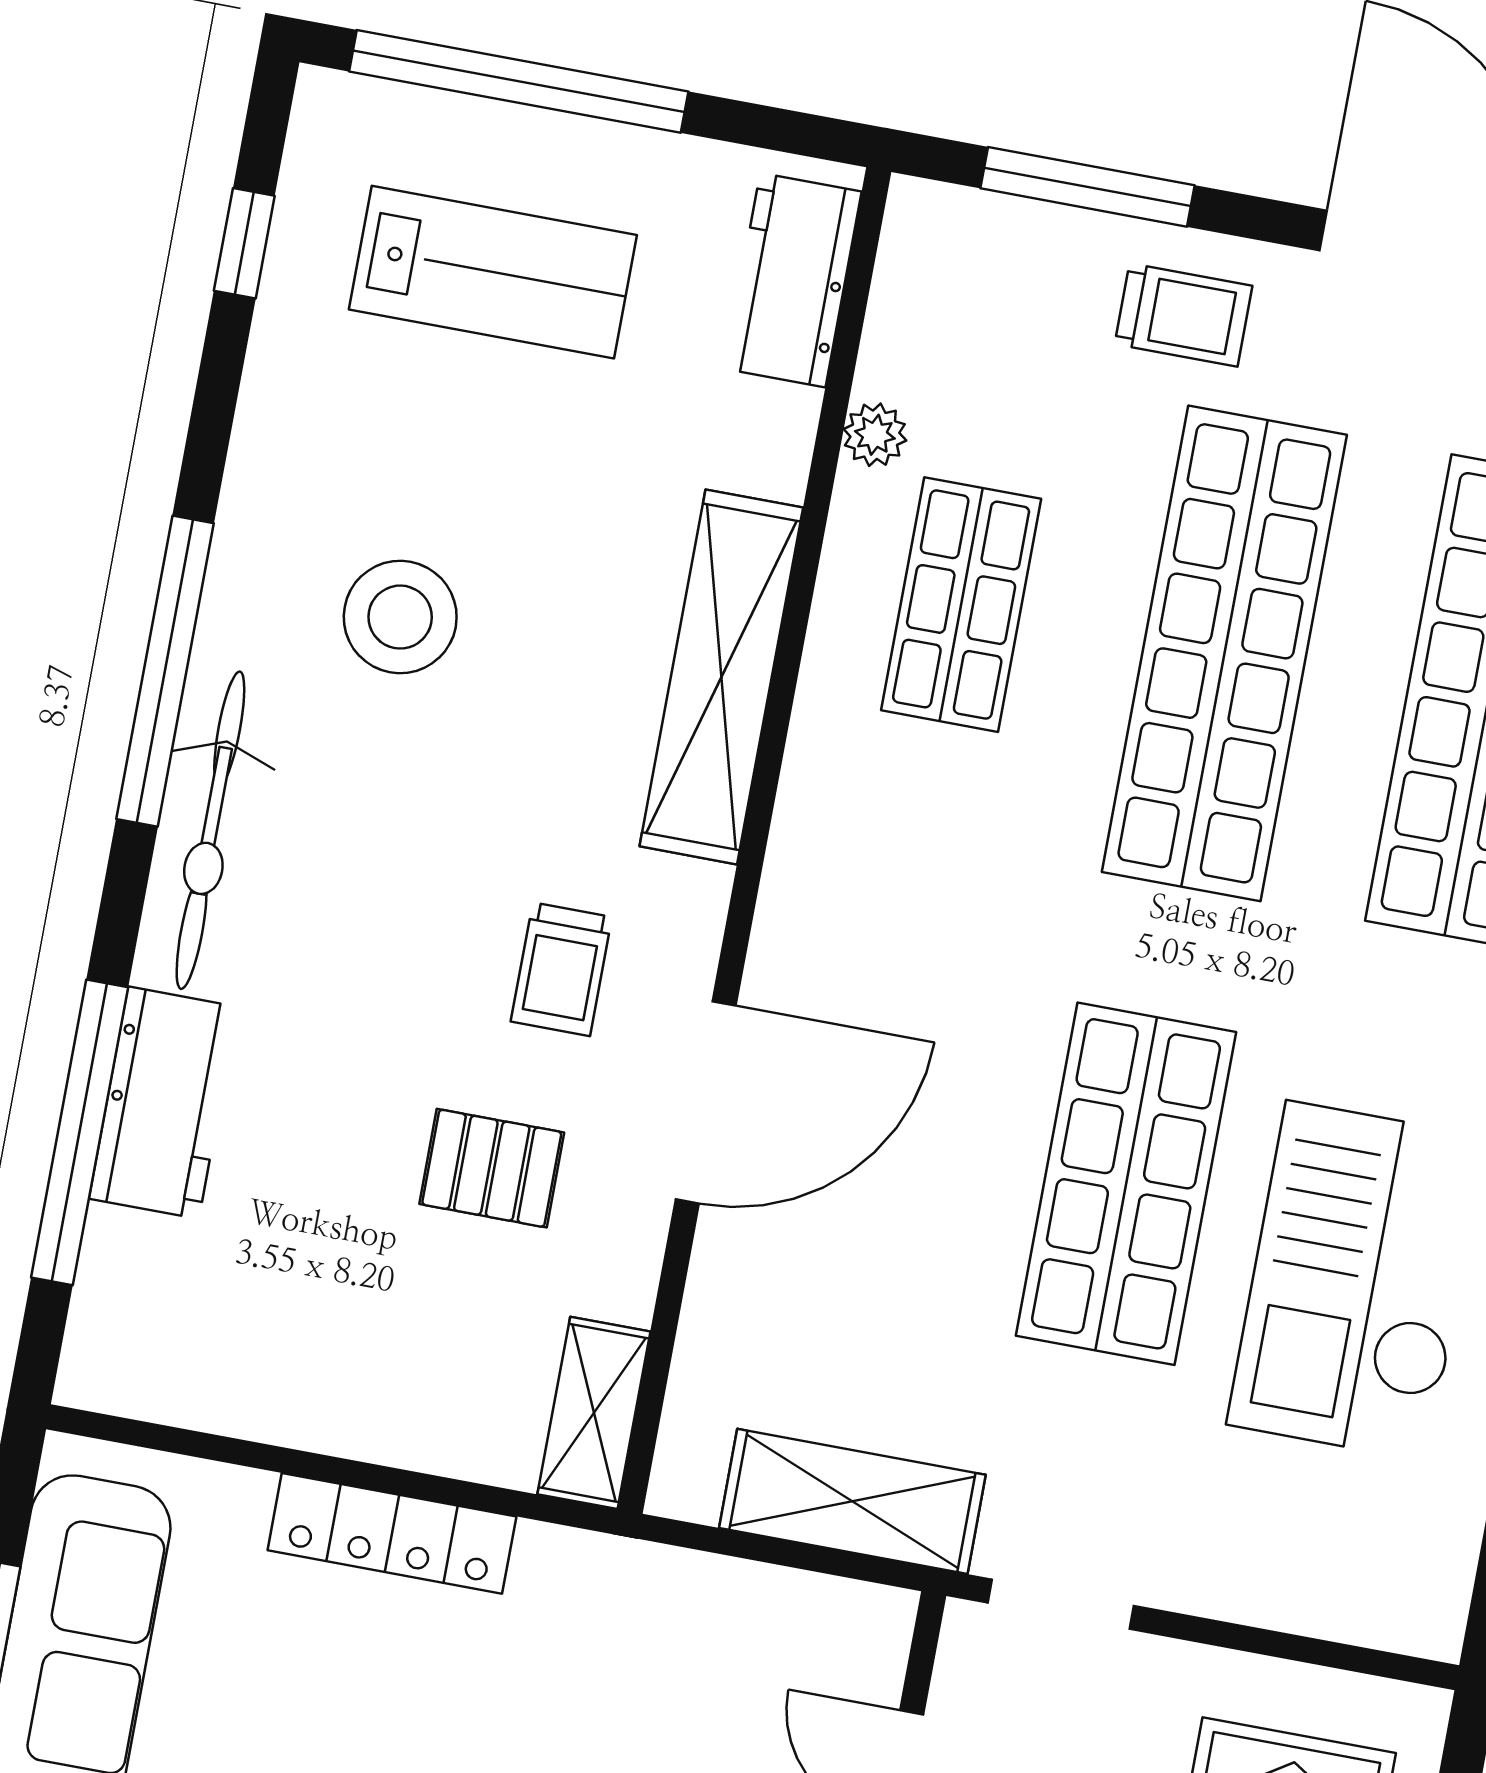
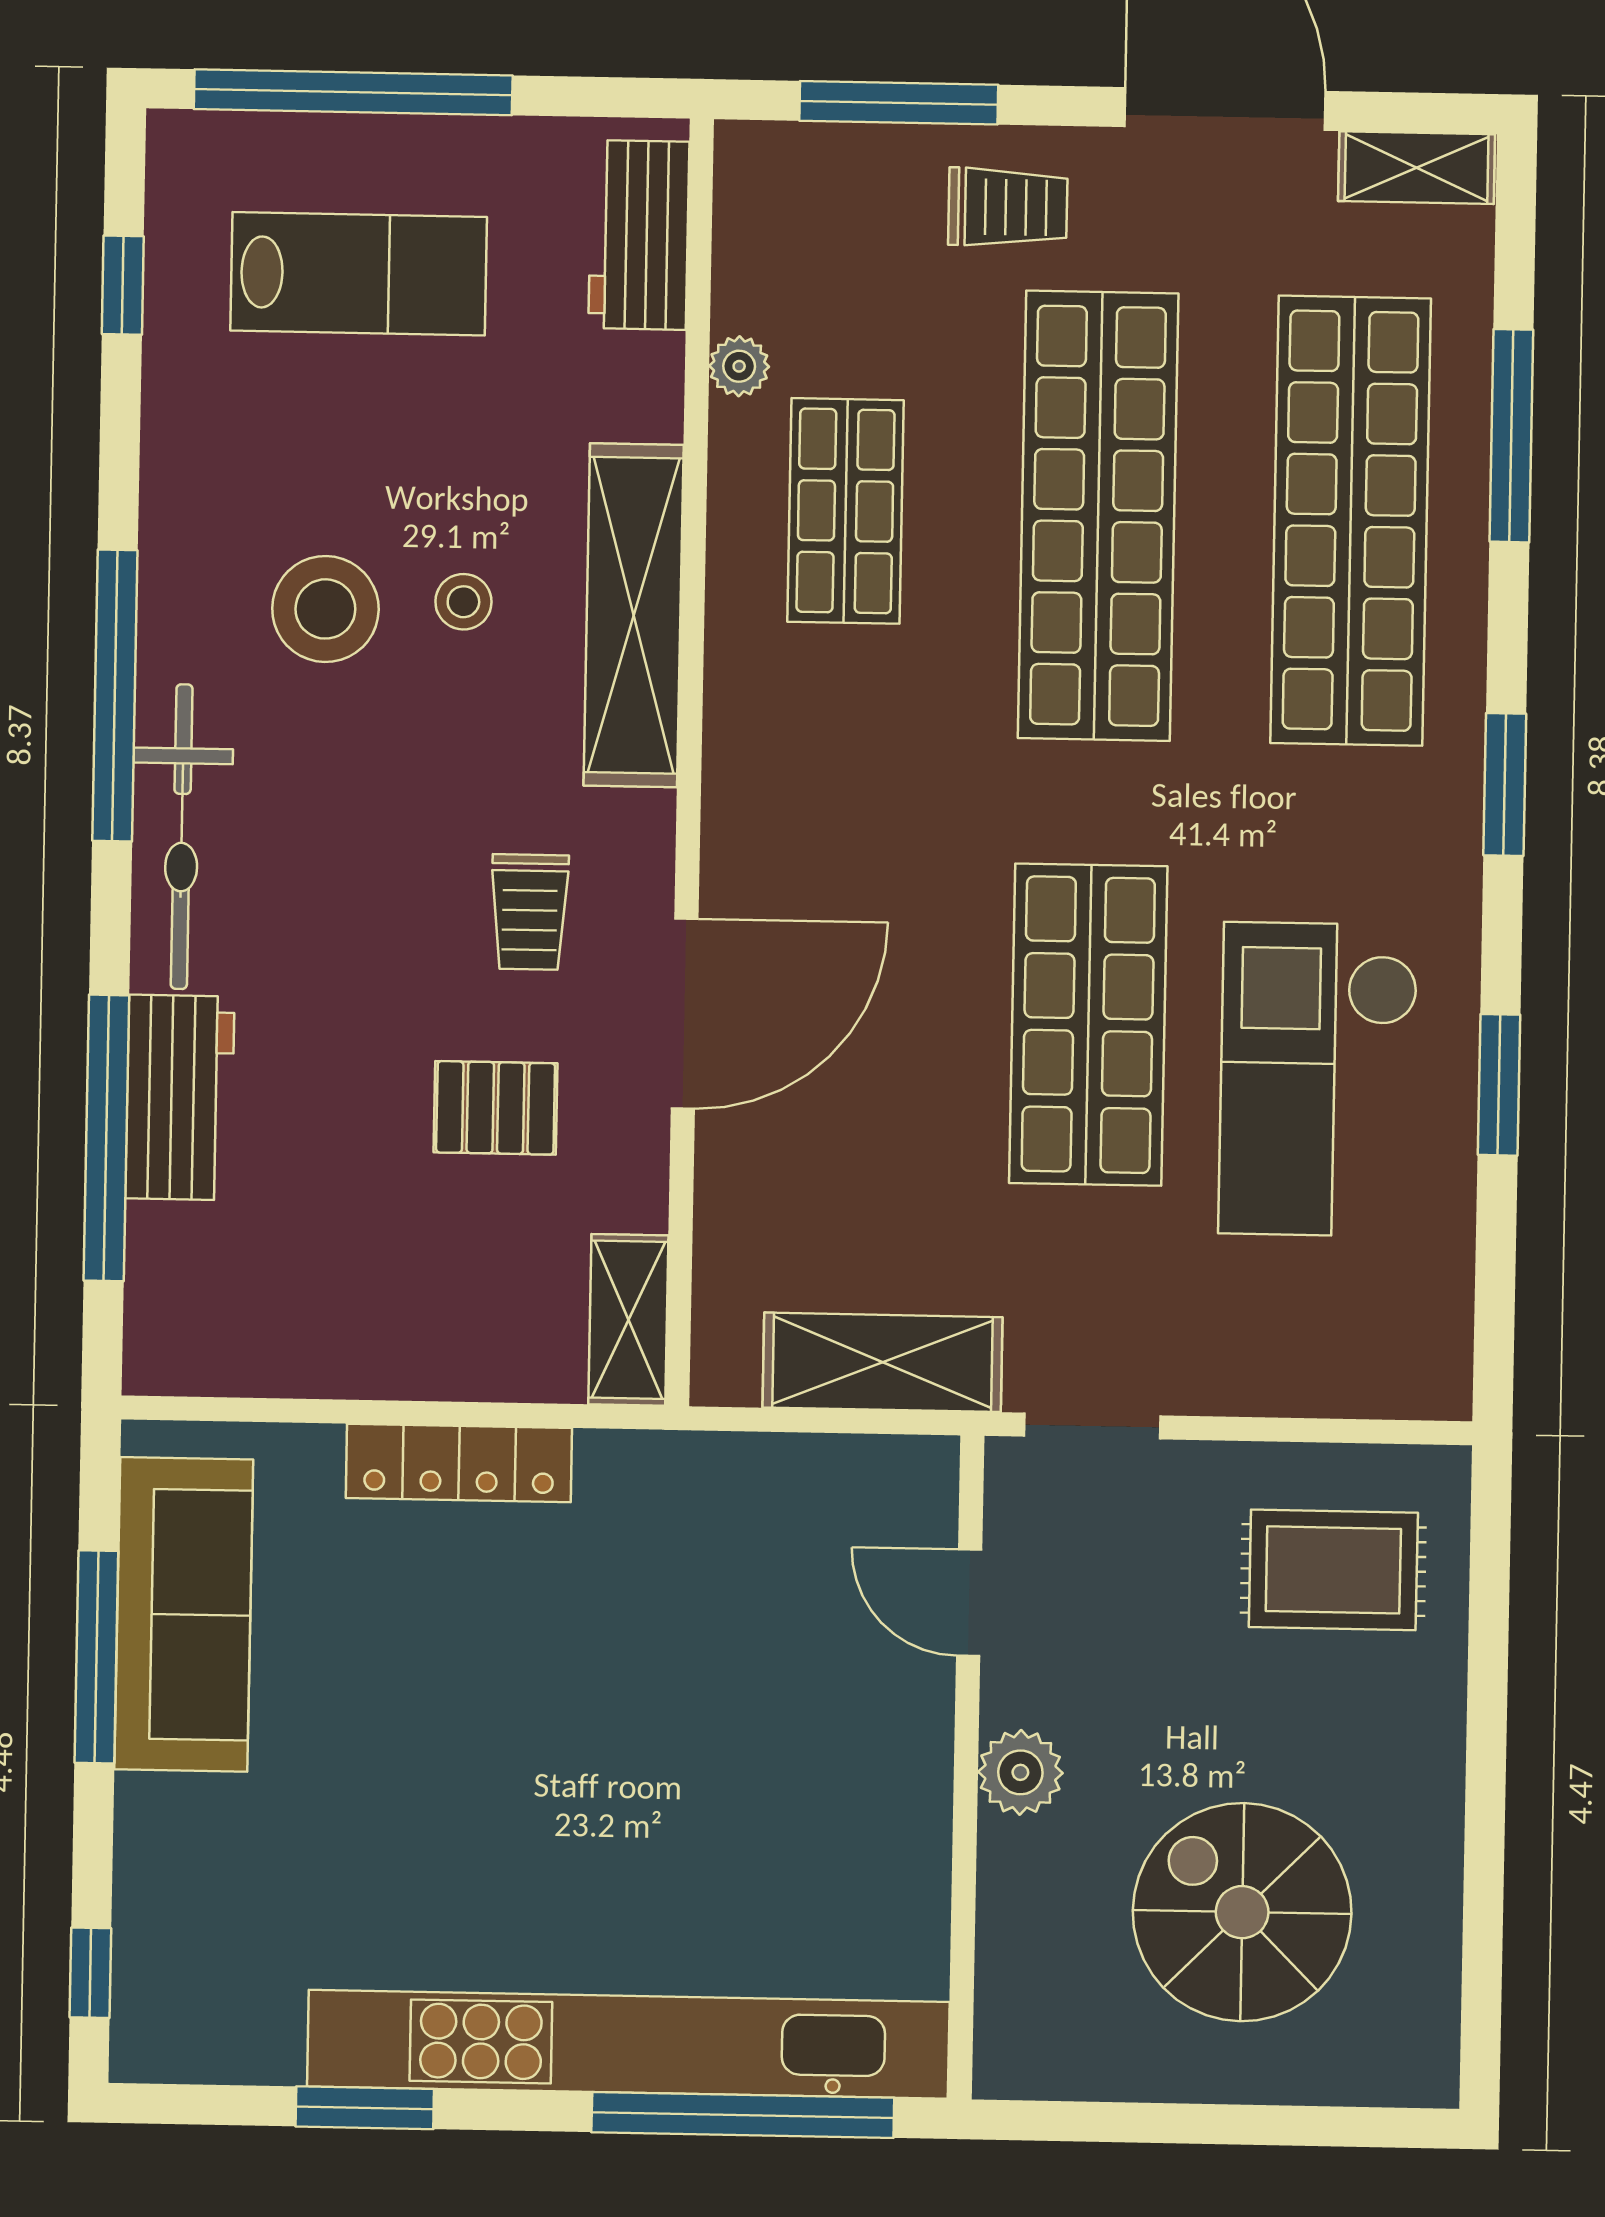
stool: (546, 633) -> (463, 602), added

